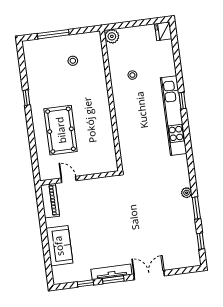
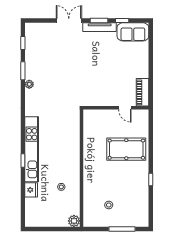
fridge: (163, 31) -> (31, 190), moved
pool table: (61, 130) -> (126, 149), turned 90
sofa: (59, 246) -> (133, 32), moved, turned -90
double door: (149, 275) -> (69, 21), swing flipped

